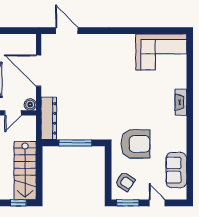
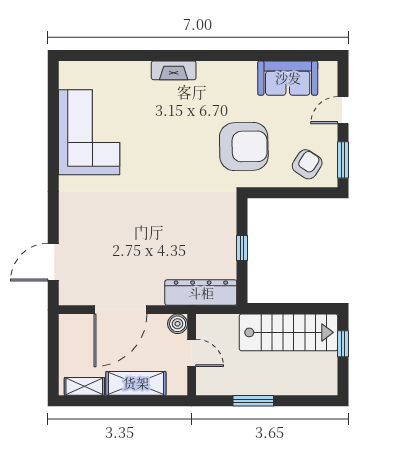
corner sofa: (161, 52) -> (89, 132), moved
window: (75, 143) -> (242, 248), width x0.46
armchair: (136, 144) -> (244, 147), turned 89

